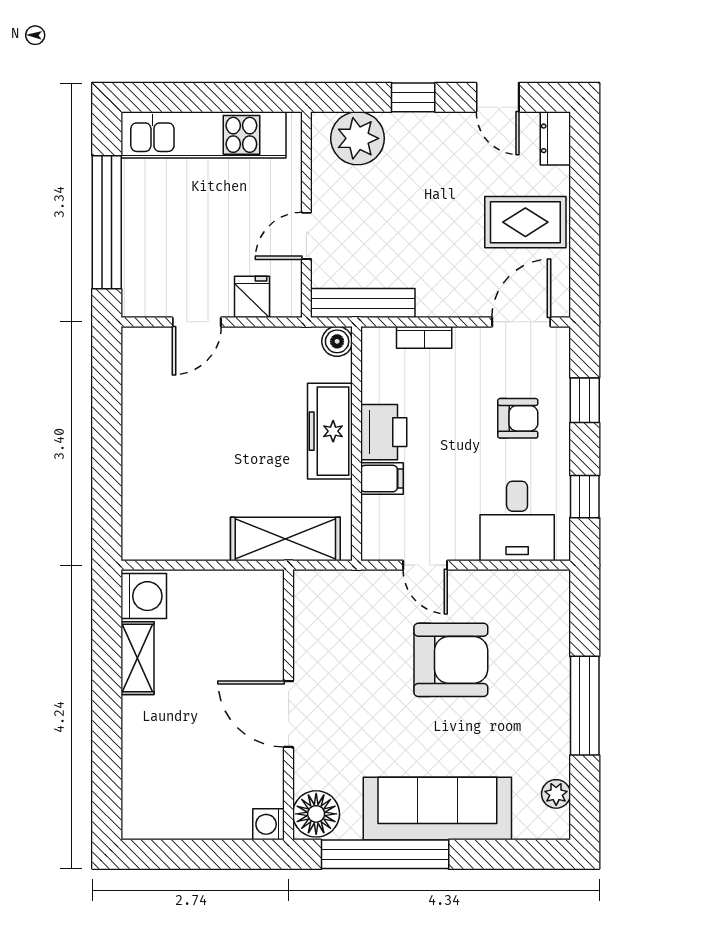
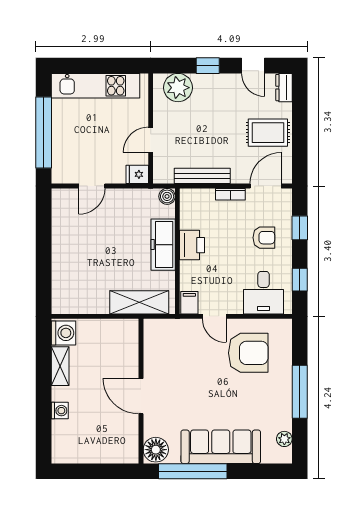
fridge: (252, 297) -> (137, 174), moved, turned -90
bench: (363, 303) -> (202, 176), moved
bookcase: (424, 337) -> (230, 194), moved
filing cabinet: (382, 479) -> (189, 303), moved, turned -90
armchair: (451, 660) -> (248, 353), moved
washing machine: (269, 824) -> (60, 411), moved, turned 180

